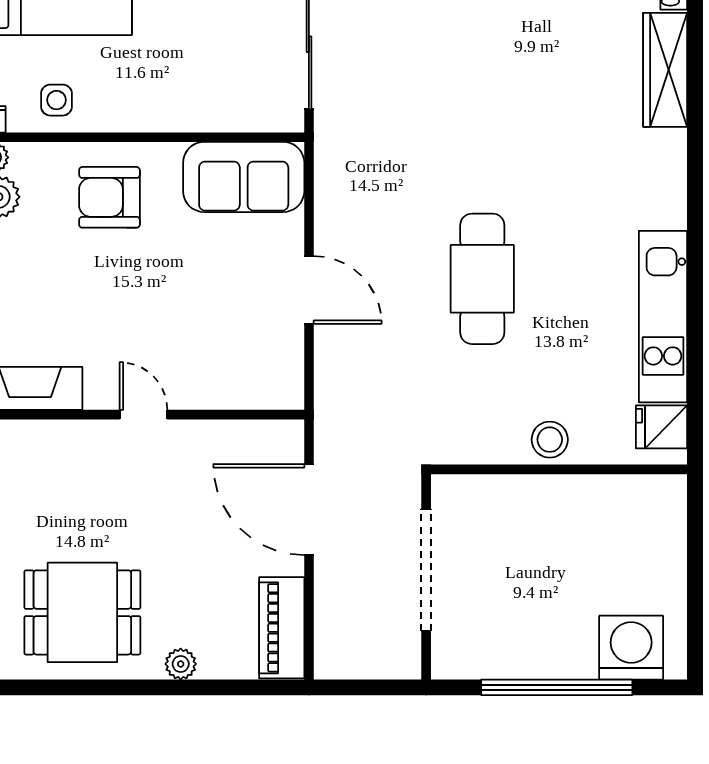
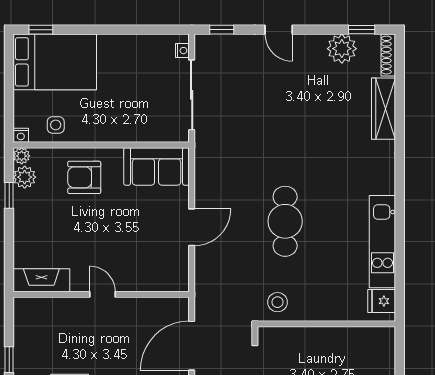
door: (309, 290) -> (192, 227), hinge flipped
stool: (550, 440) -> (277, 302), moved
door: (309, 510) -> (192, 346), hinge flipped

